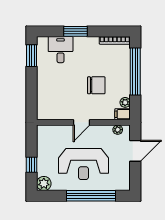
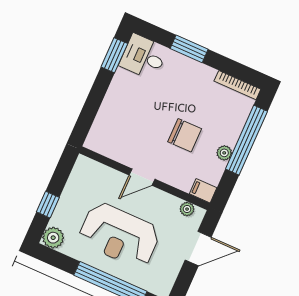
desk: (61, 50) -> (143, 57), moved, turned -90
plant: (125, 102) -> (224, 153), moved

